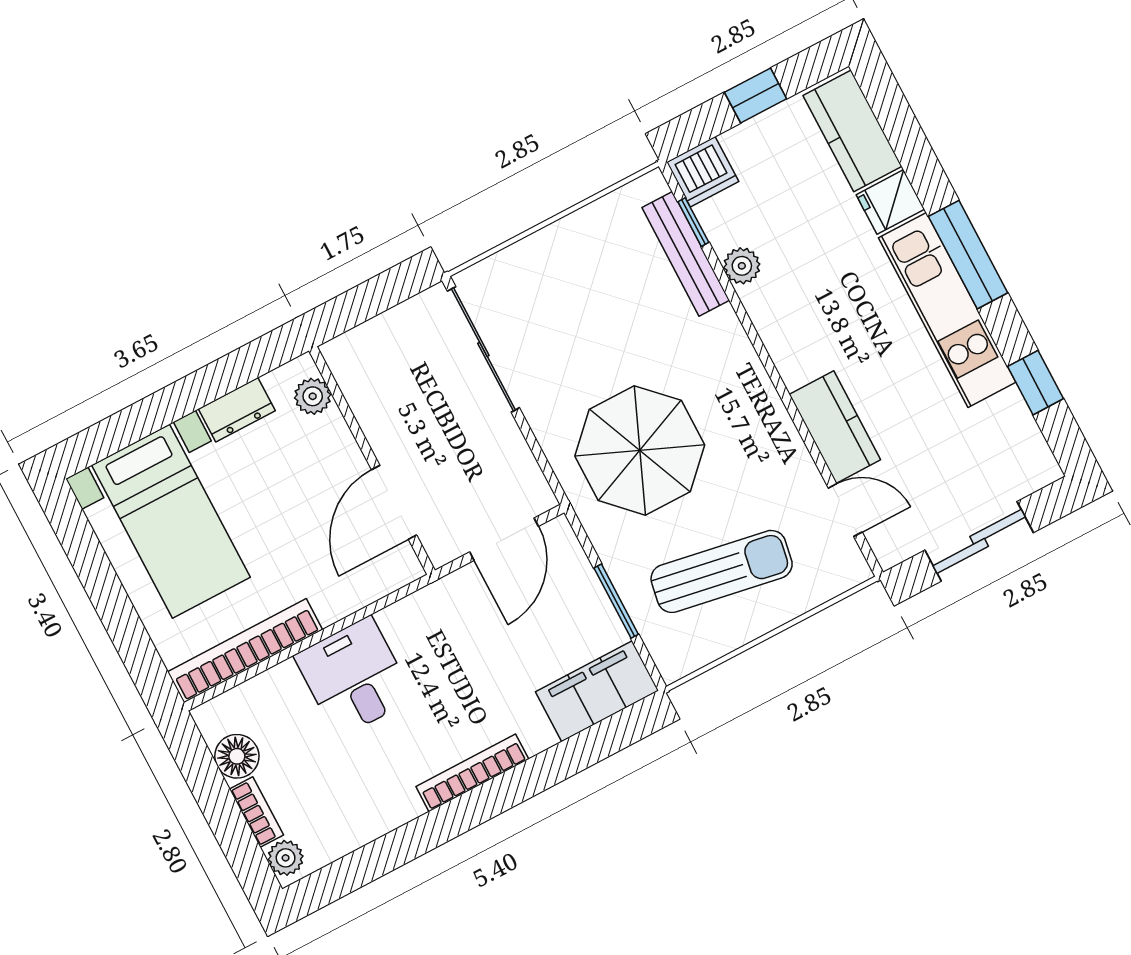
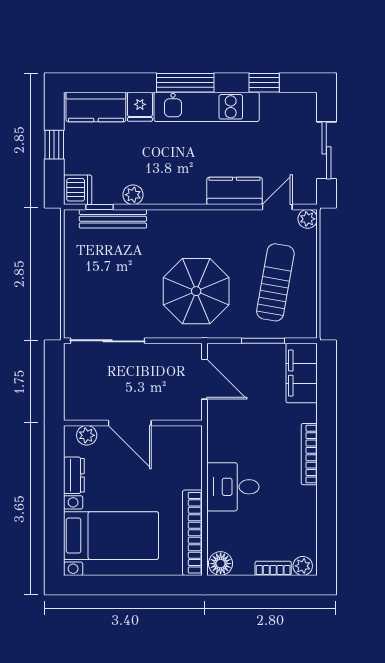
door: (394, 502) -> (130, 423), moved
plant: (852, 569) -> (308, 219), added
floor lamp: (237, 756) -> (221, 564), moved

